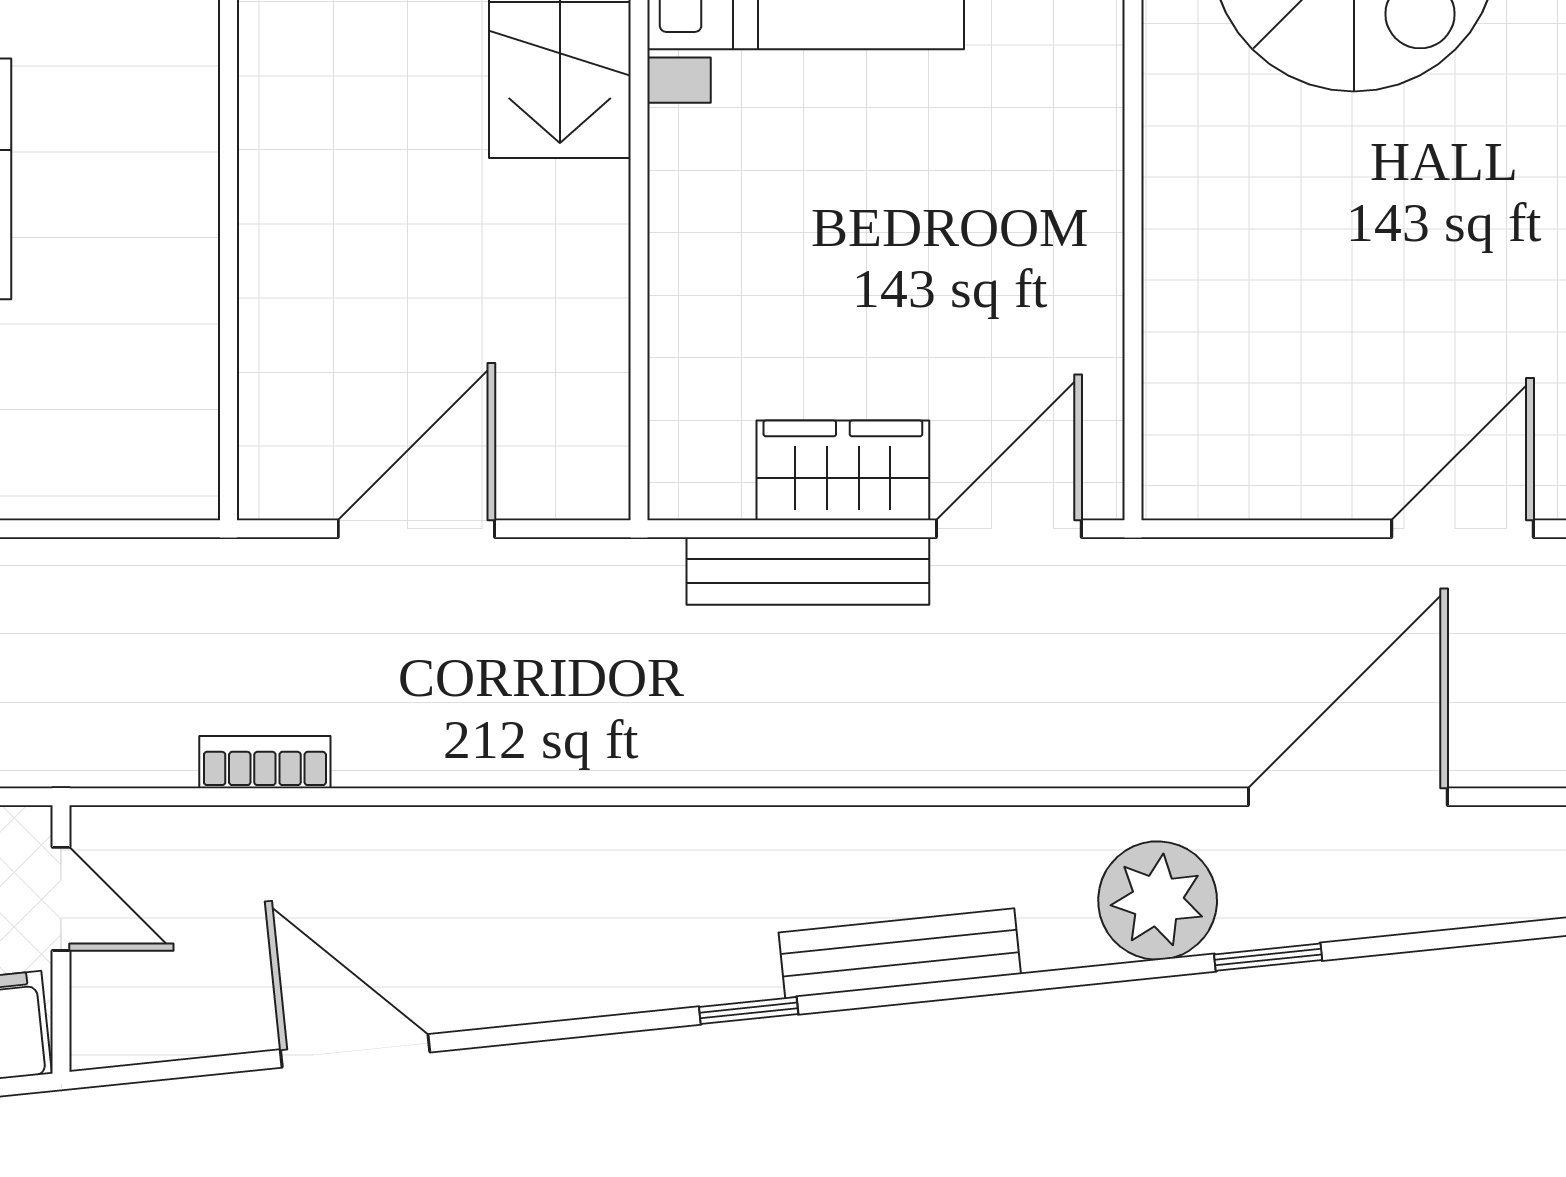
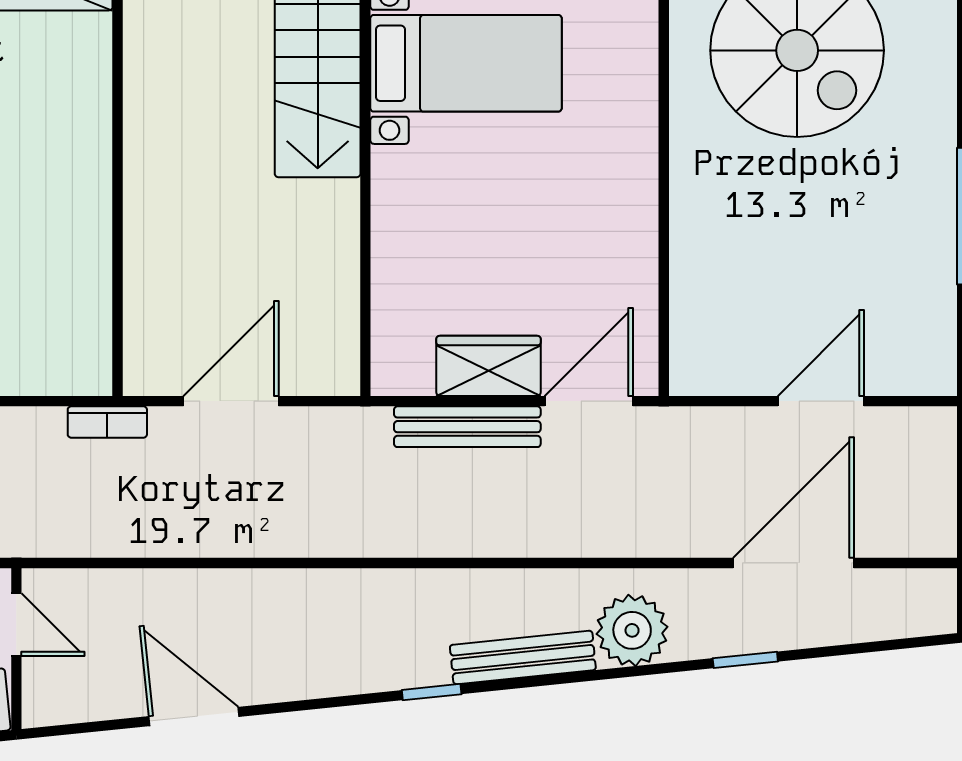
door: (1462, 529) -> (821, 401), moved
bookcase: (265, 762) -> (107, 422), moved, turned 180
plant: (1158, 901) -> (632, 630), moved

